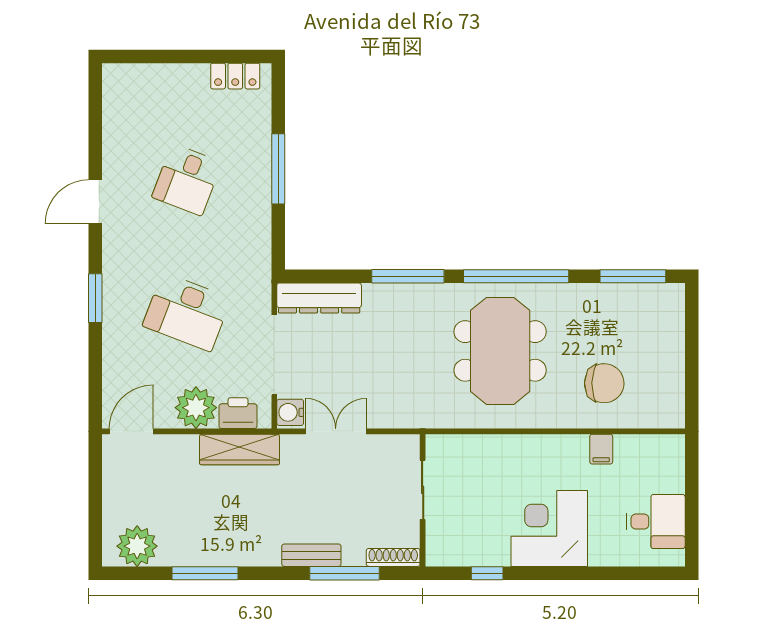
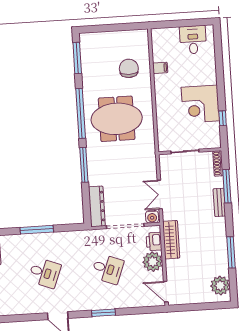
desk: (187, 312) -> (107, 269), width x0.73
corner desk: (549, 528) -> (200, 104), moved

